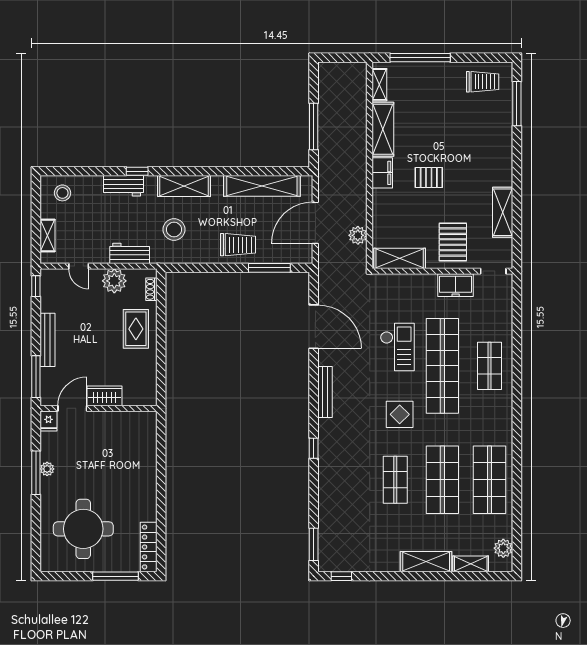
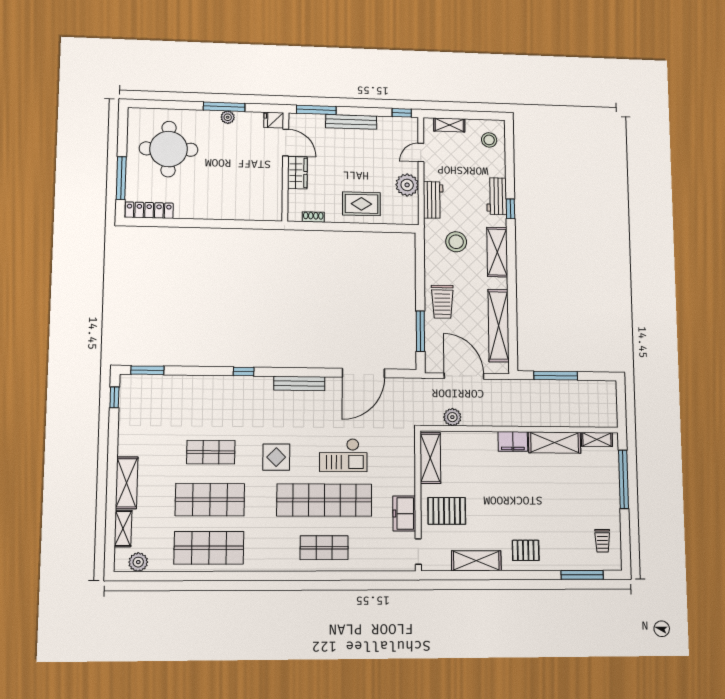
trolley: (483, 82) -> (602, 541), width x0.73, depth x0.72
pallet: (429, 178) -> (526, 550), moved, turned 90
shoe rack: (151, 289) -> (313, 217), moved

